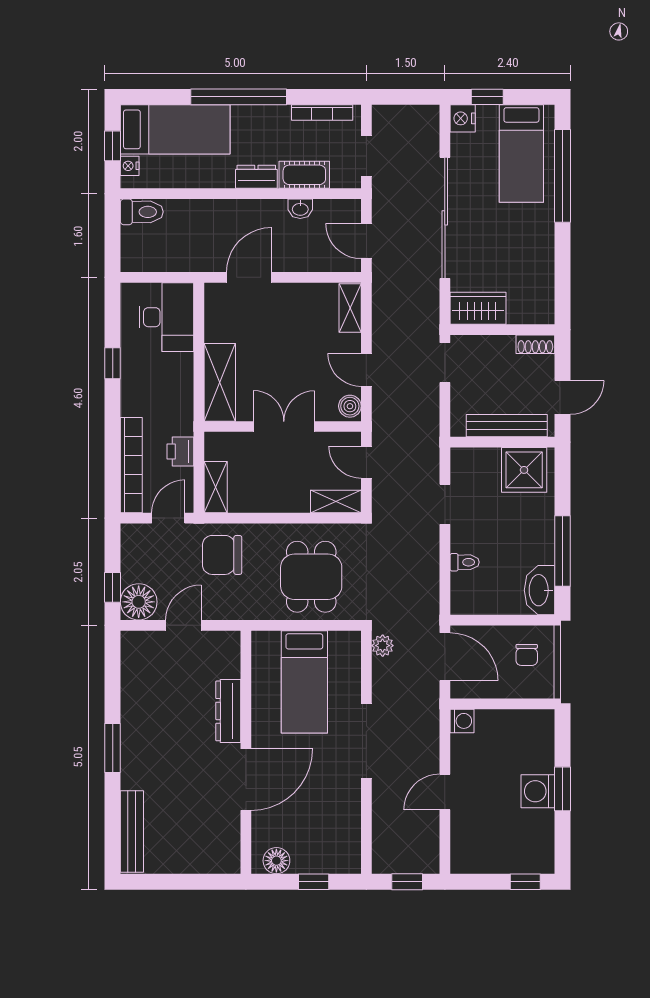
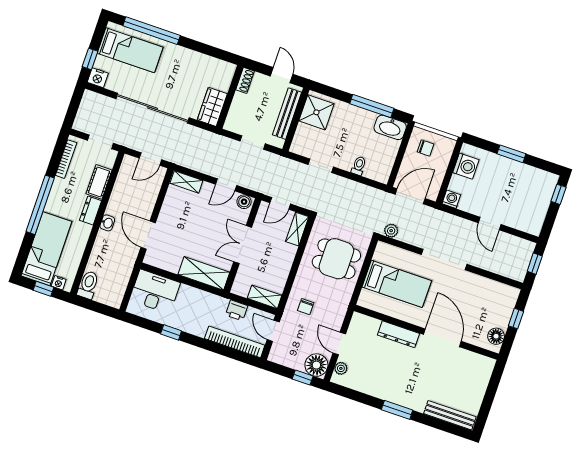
washbasin: (300, 209) -> (107, 223), moved
doorway: (445, 363) -> (253, 142), moved
chair: (222, 555) -> (306, 307), width x0.54, depth x0.54
plant: (146, 641) -> (341, 368), added
washing machine: (538, 791) -> (466, 166), moved, turned -90

